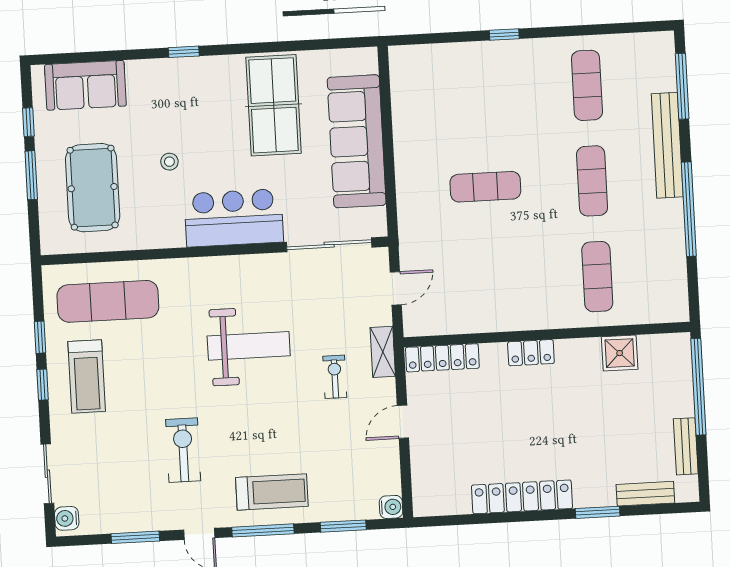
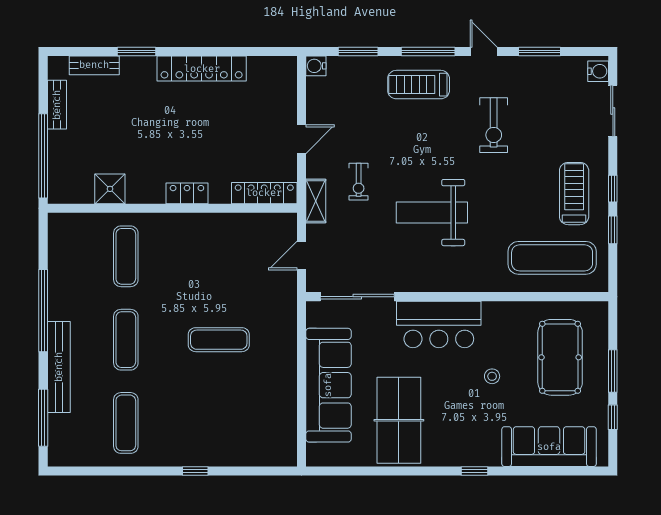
sofa: (85, 85) -> (549, 447), width x1.36

